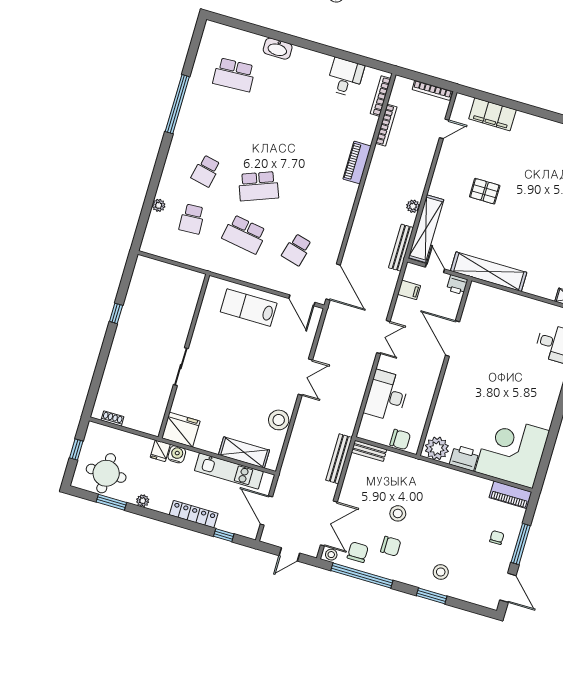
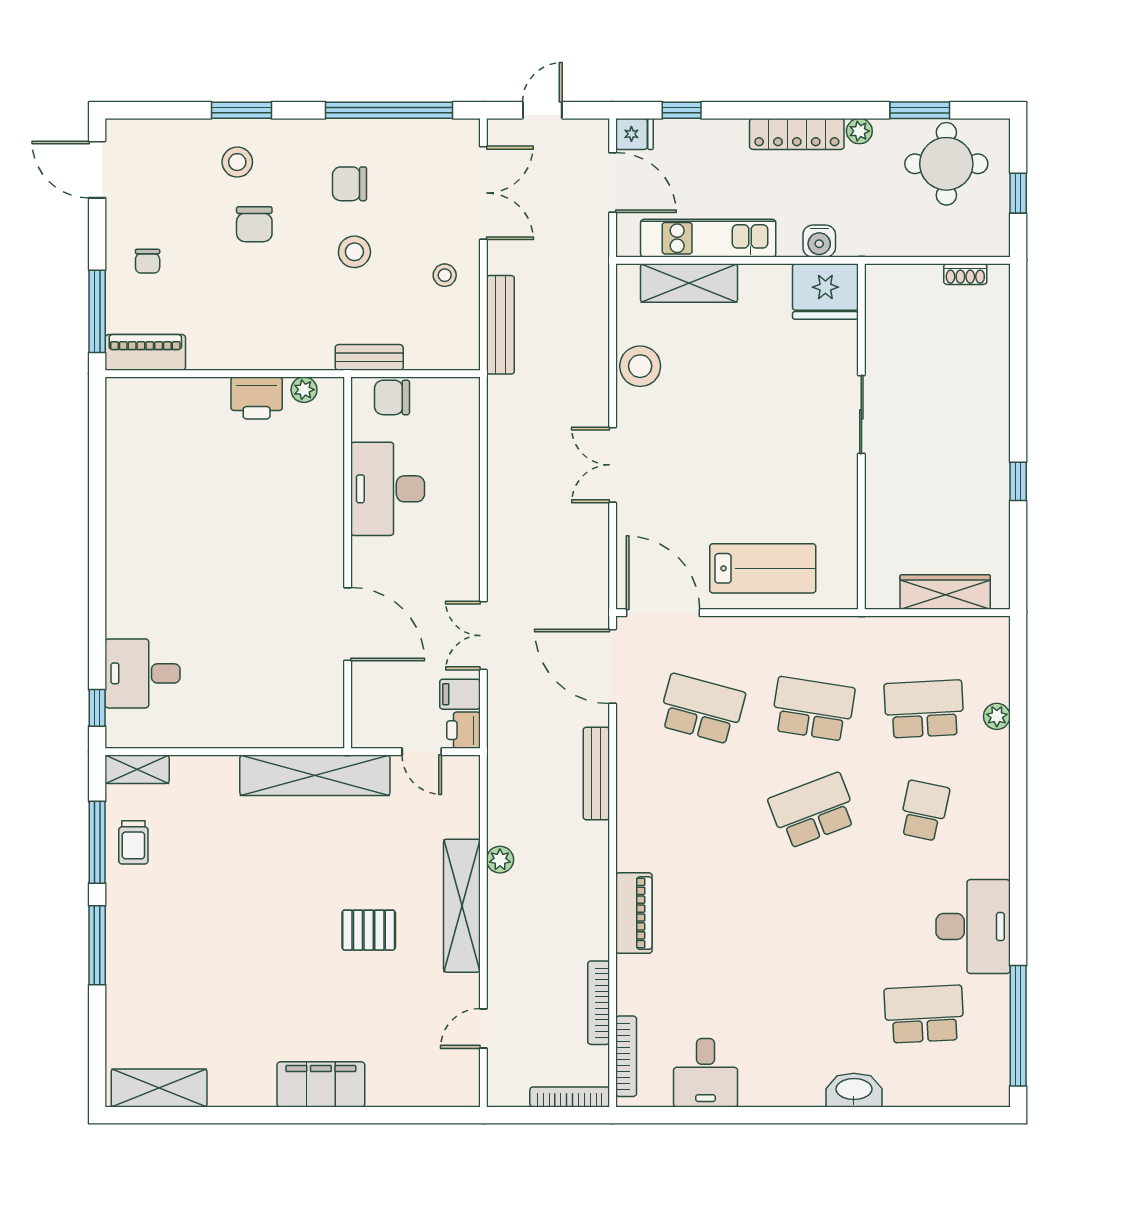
bookcase: (432, 90) -> (570, 1097), moved
window: (177, 104) -> (1018, 1026), moved
desk: (199, 109) -> (973, 927), added
filing cabinet: (492, 114) -> (321, 1084), moved
school desk: (192, 219) -> (924, 709), width x1.85
shelving: (426, 229) -> (462, 906), moved
bench: (401, 248) -> (596, 774), moved
school desk: (297, 250) -> (702, 709), width x1.85
wardrobe: (166, 271) -> (945, 592), added
printer: (457, 285) -> (463, 730), moved, turned -90
door: (302, 300) -> (663, 613), width x1.36
double door: (383, 337) -> (483, 636), moved
desk: (387, 396) -> (388, 489), moved, turned 180
plant: (437, 448) -> (304, 390), width x0.53, depth x0.53
fridge: (160, 451) -> (634, 134), moved, turned 90
bench: (369, 451) -> (369, 357), moved
corner desk: (512, 451) -> (167, 438), removed
locker: (194, 514) -> (797, 134), moved
double door: (329, 523) -> (483, 193), swing flipped
window: (521, 544) -> (97, 311), moved
chair: (358, 552) -> (254, 224), moved
stool: (331, 555) -> (445, 275), moved

